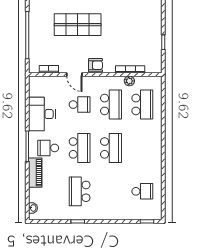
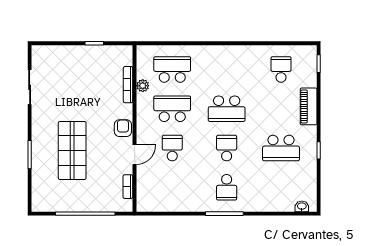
desk: (42, 114) -> (184, 195), removed
school desk: (80, 148) -> (227, 148), width x0.54
school desk: (111, 148) -> (227, 109), turned 180
piano: (35, 173) -> (309, 106), moved, turned -90

